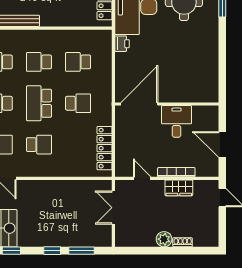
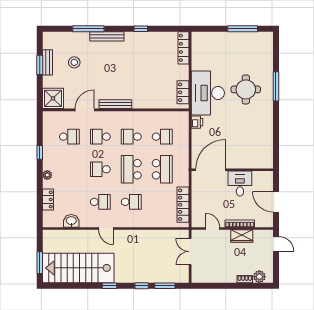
school desk: (78, 62) -> (162, 137), turned 180
school desk: (78, 103) -> (162, 169), width x1.85
plant: (164, 239) -> (259, 277), moved

